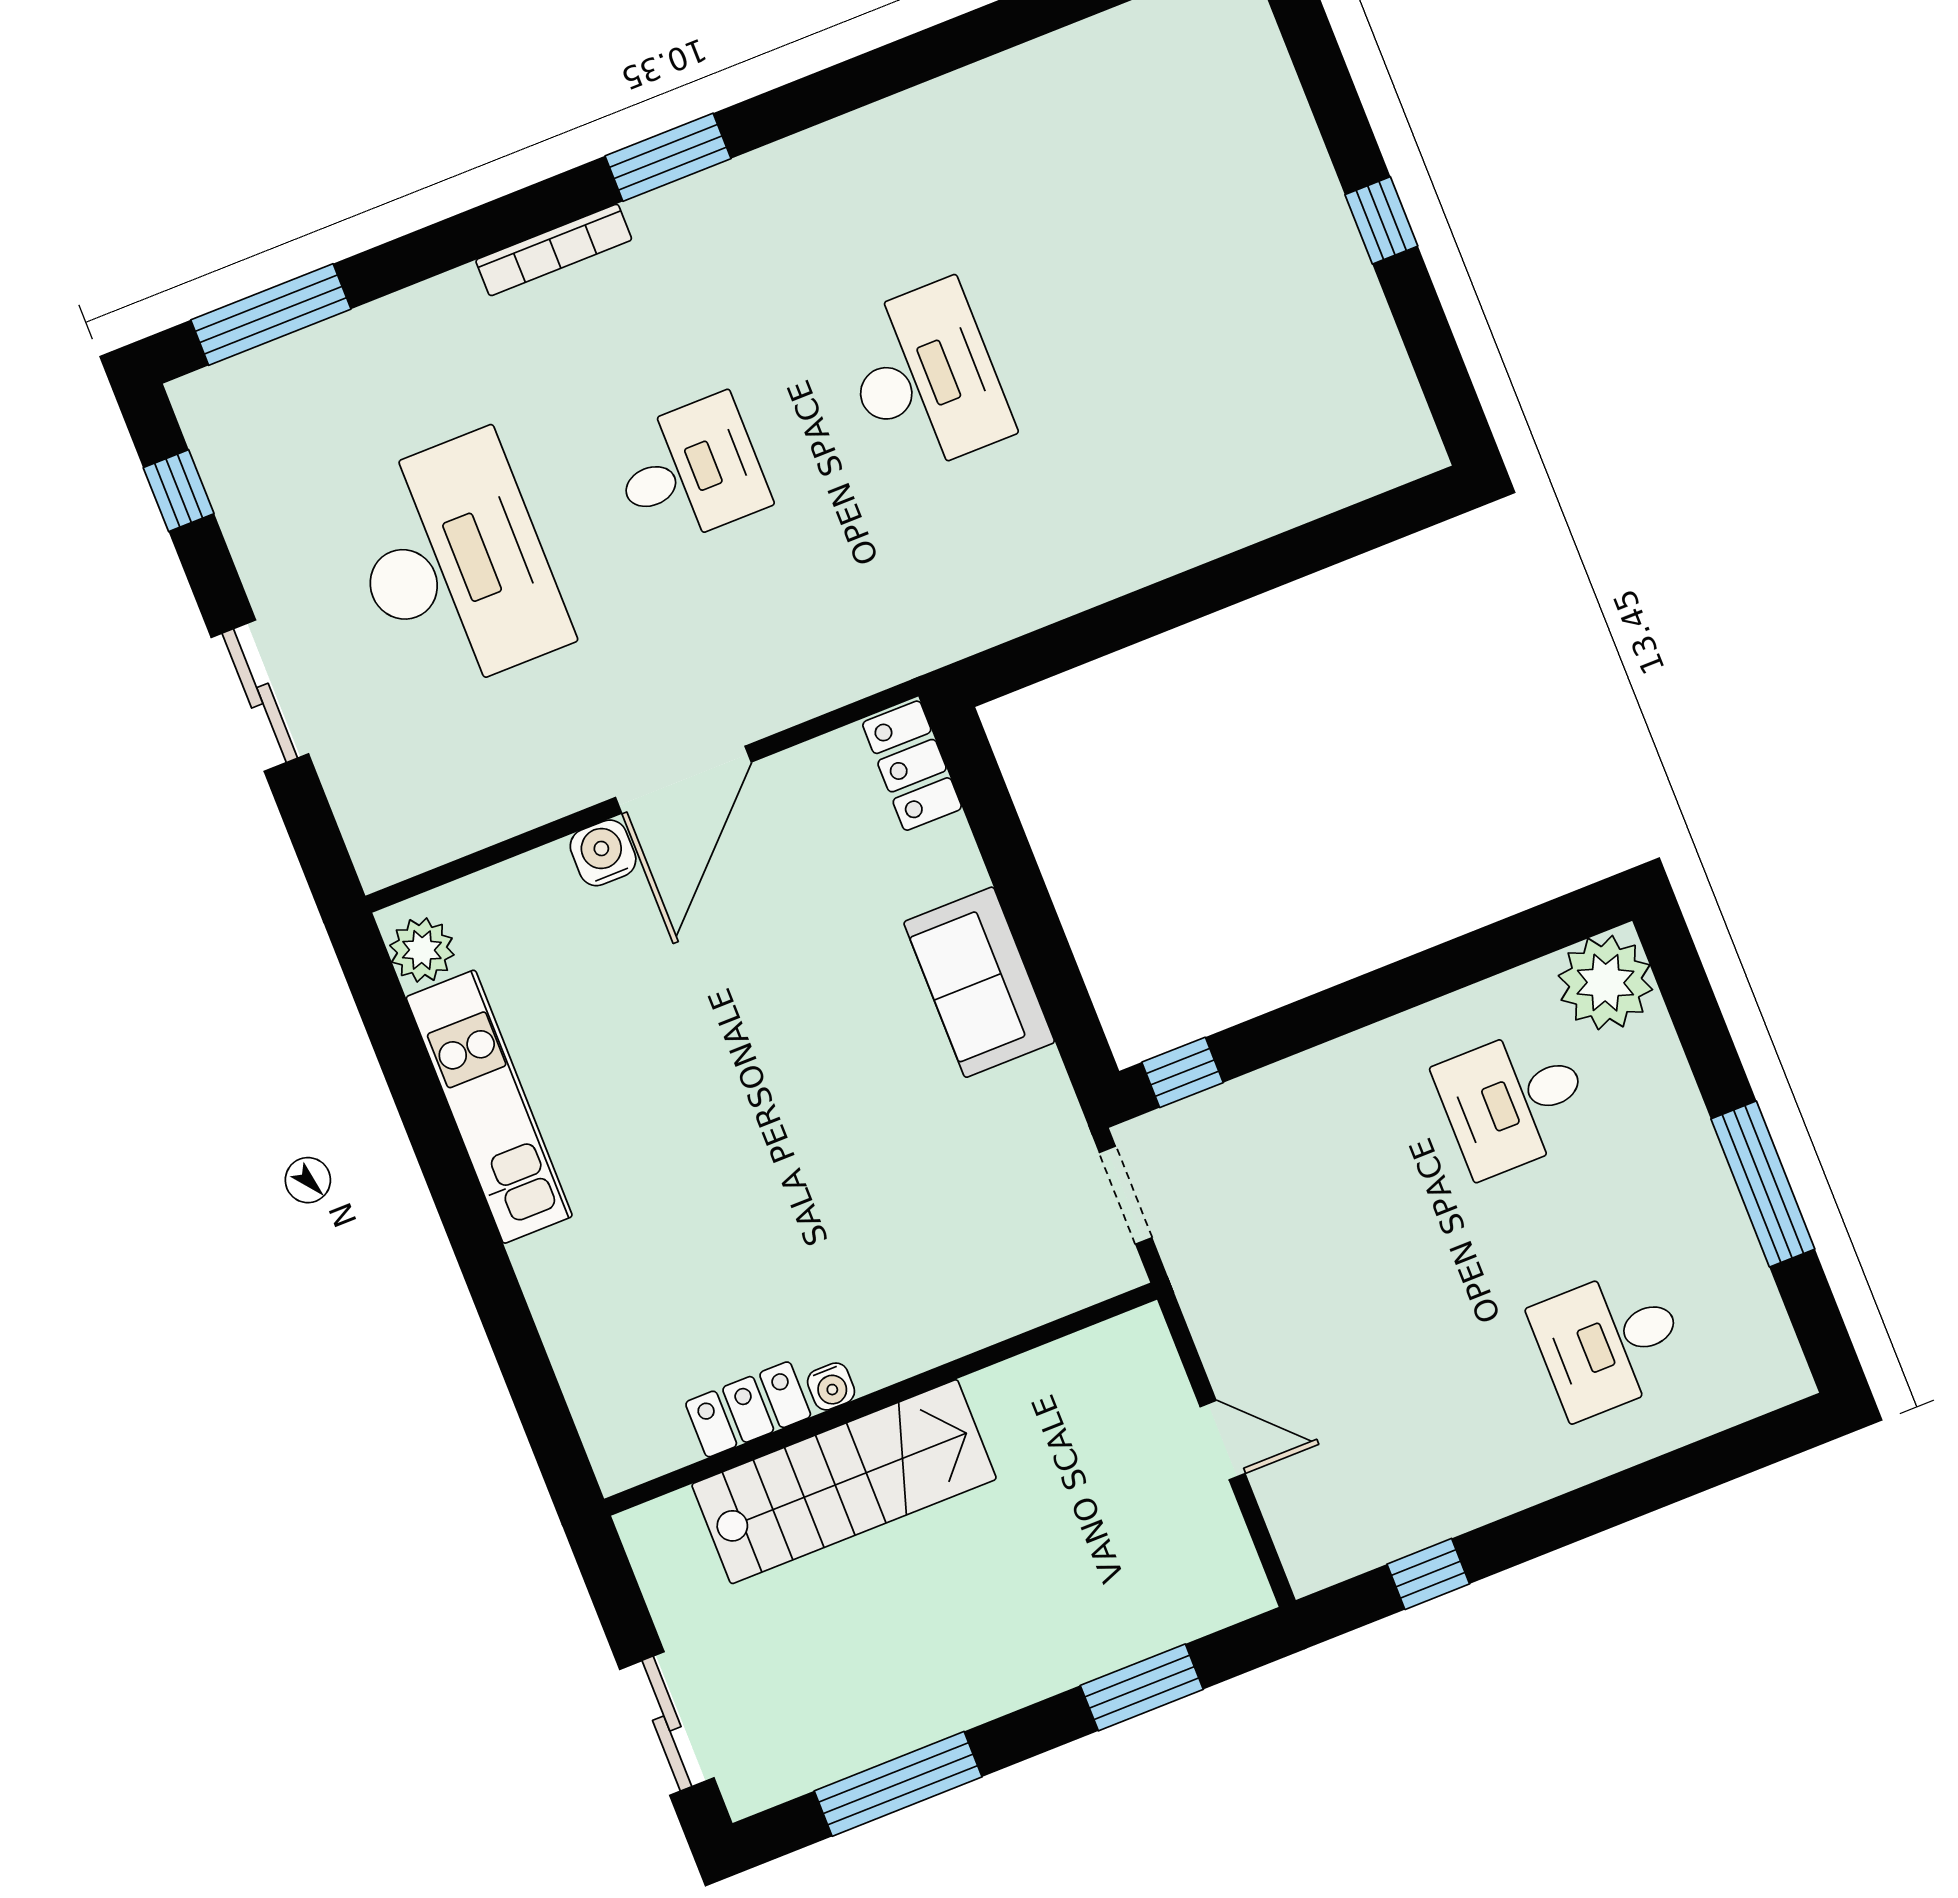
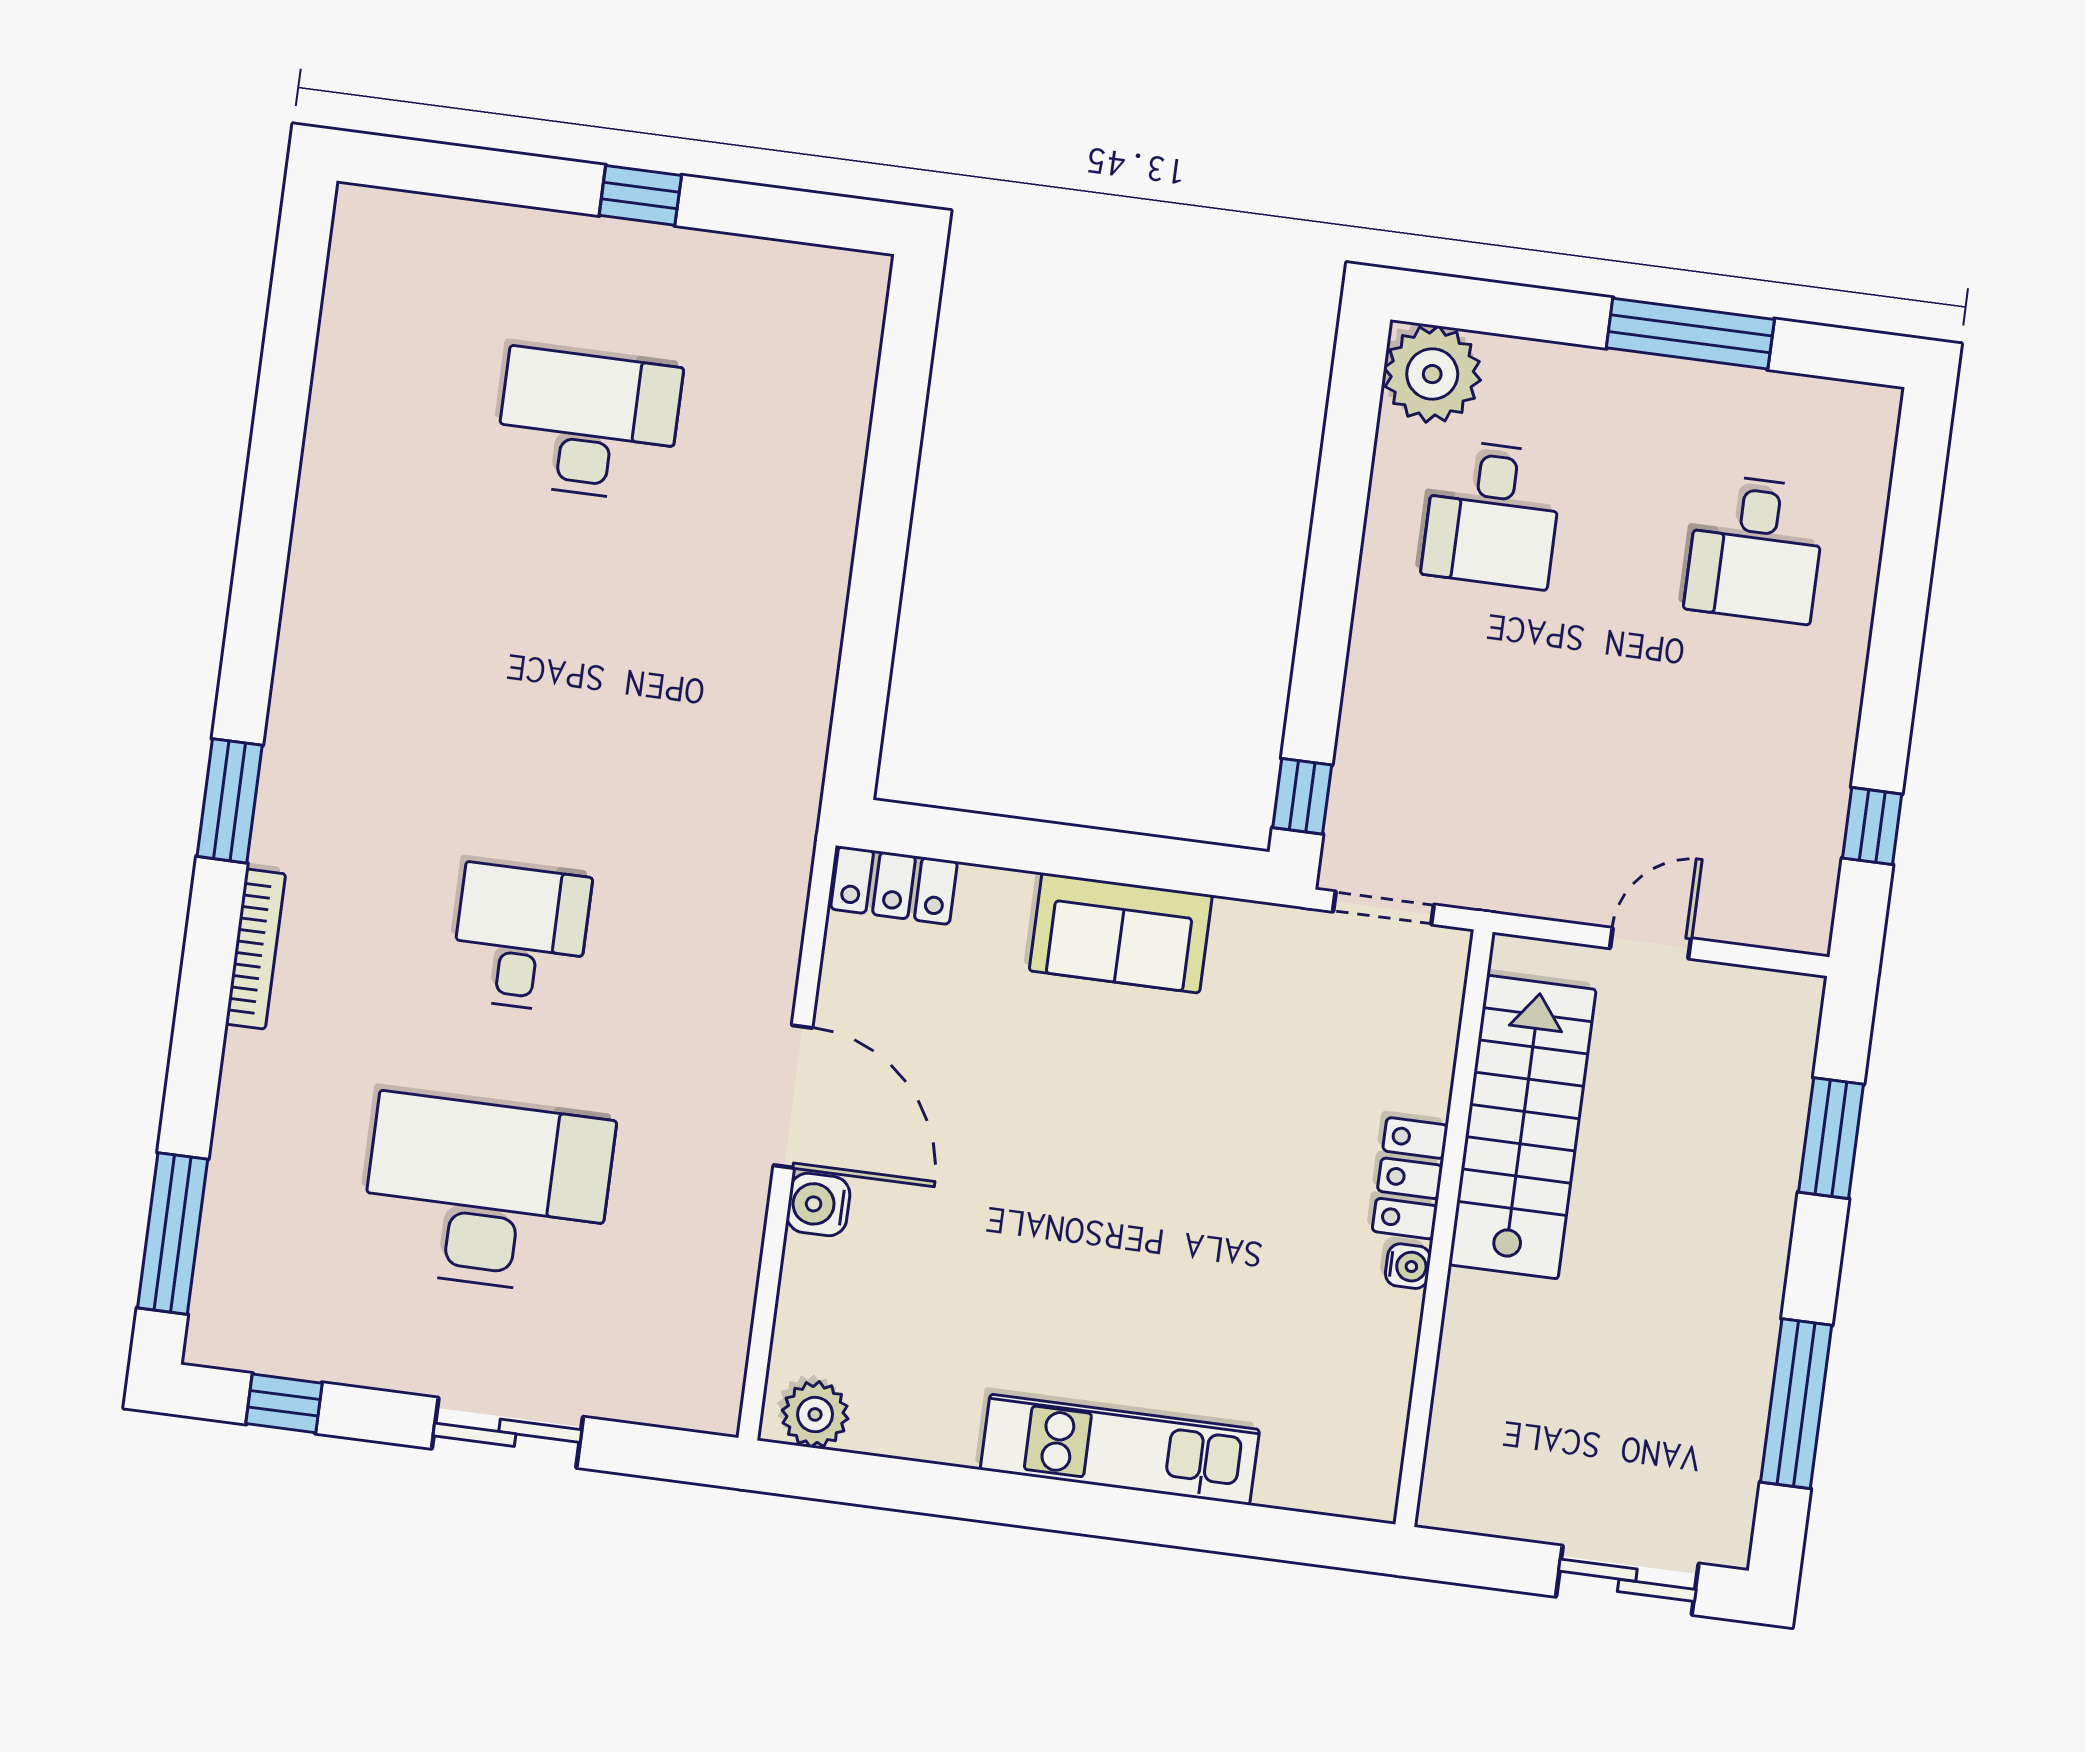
desk: (925, 378) -> (588, 425), moved
kitchen unit: (489, 1107) -> (1120, 1450), moved
locker: (748, 1409) -> (1410, 1178), moved
stairs: (844, 1482) -> (1522, 1127), moved

